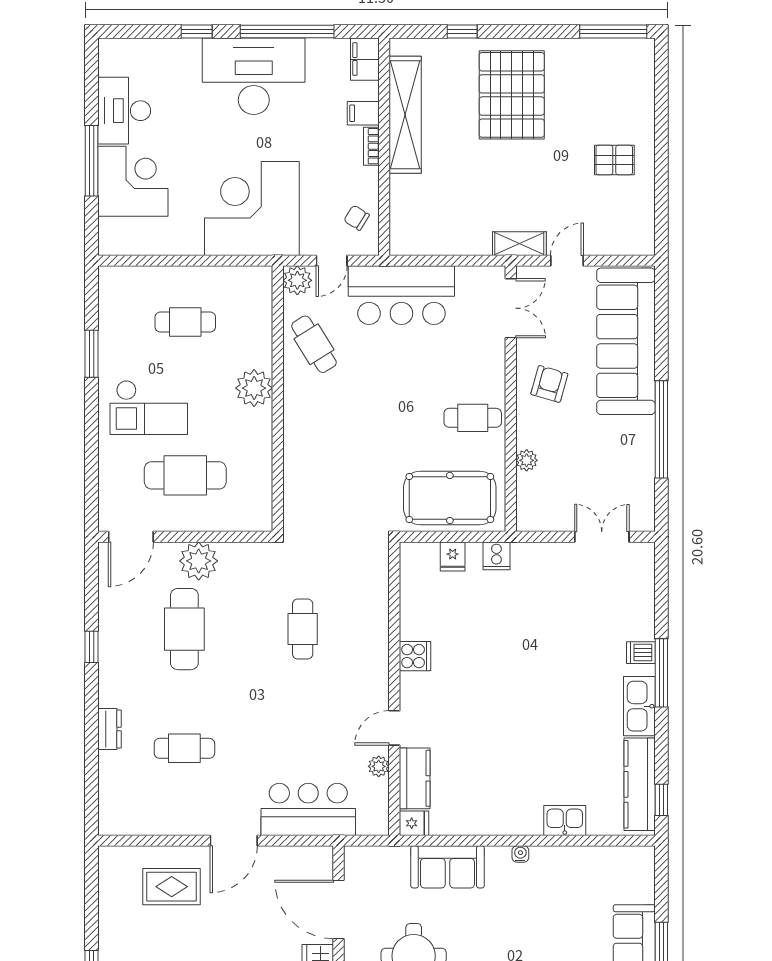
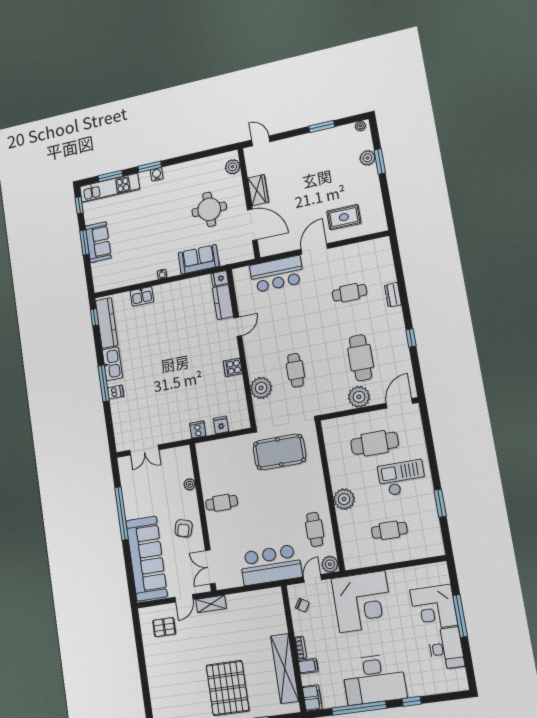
pallet: (614, 160) -> (164, 627), moved
cafe table: (314, 344) -> (315, 529), turned 32
pool table: (450, 498) -> (279, 452), moved
plant: (379, 766) -> (261, 388), moved, width x1.88, depth x1.88

